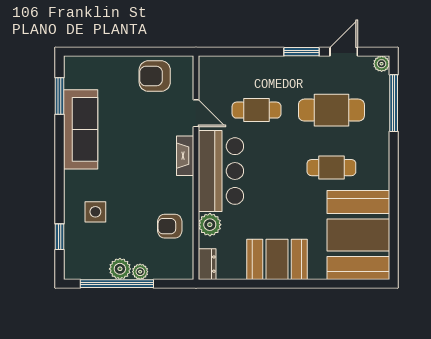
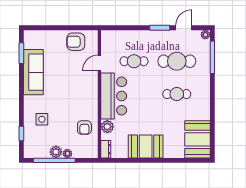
door: (196, 113) -> (99, 63), swing flipped
fireplace: (185, 156) -> (93, 87), removed
armchair: (170, 226) -> (84, 128), turned -90
booth: (358, 235) -> (197, 139), width x0.73, depth x0.70

